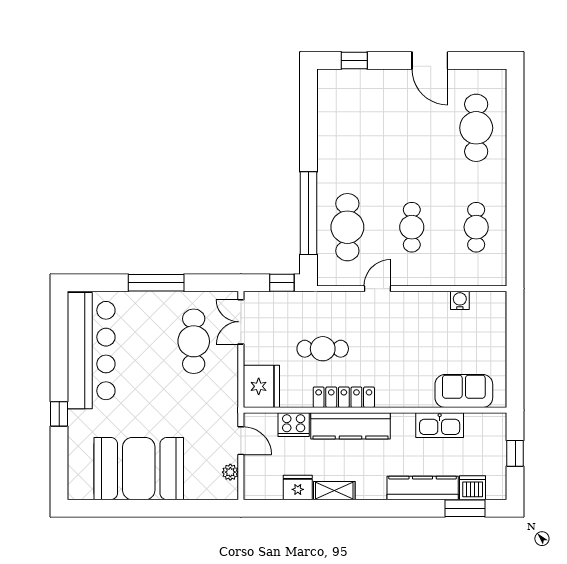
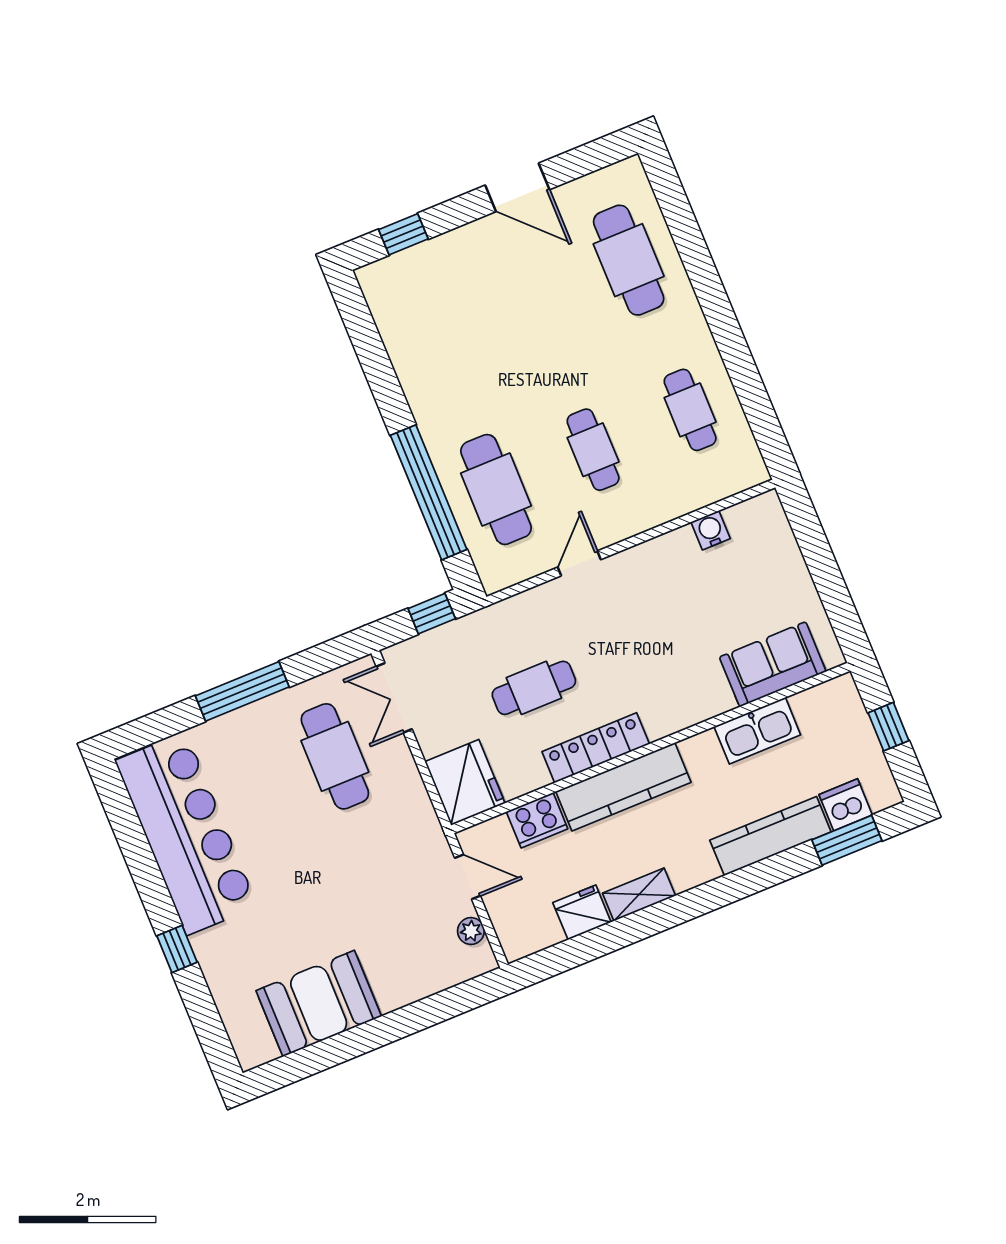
booth: (139, 469) -> (319, 1003), width x0.73, depth x0.70

